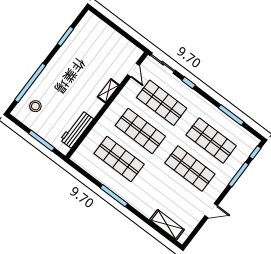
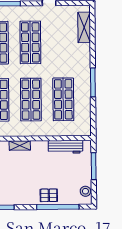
pallet: (46, 83) -> (49, 195), added
stool: (35, 106) -> (85, 191), moved

